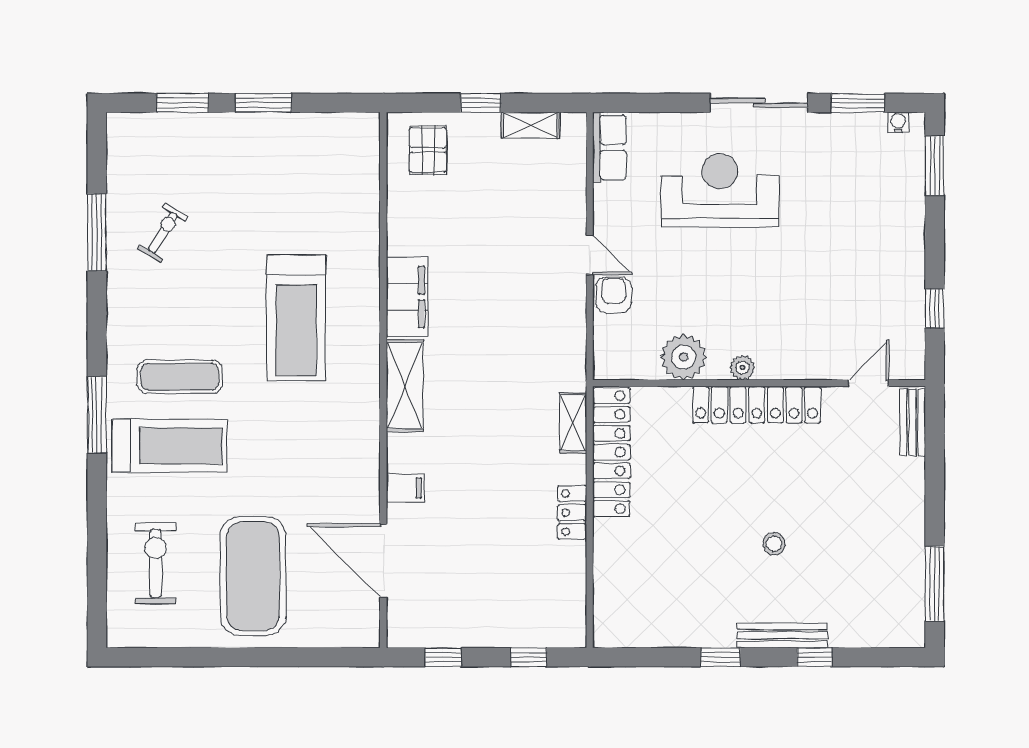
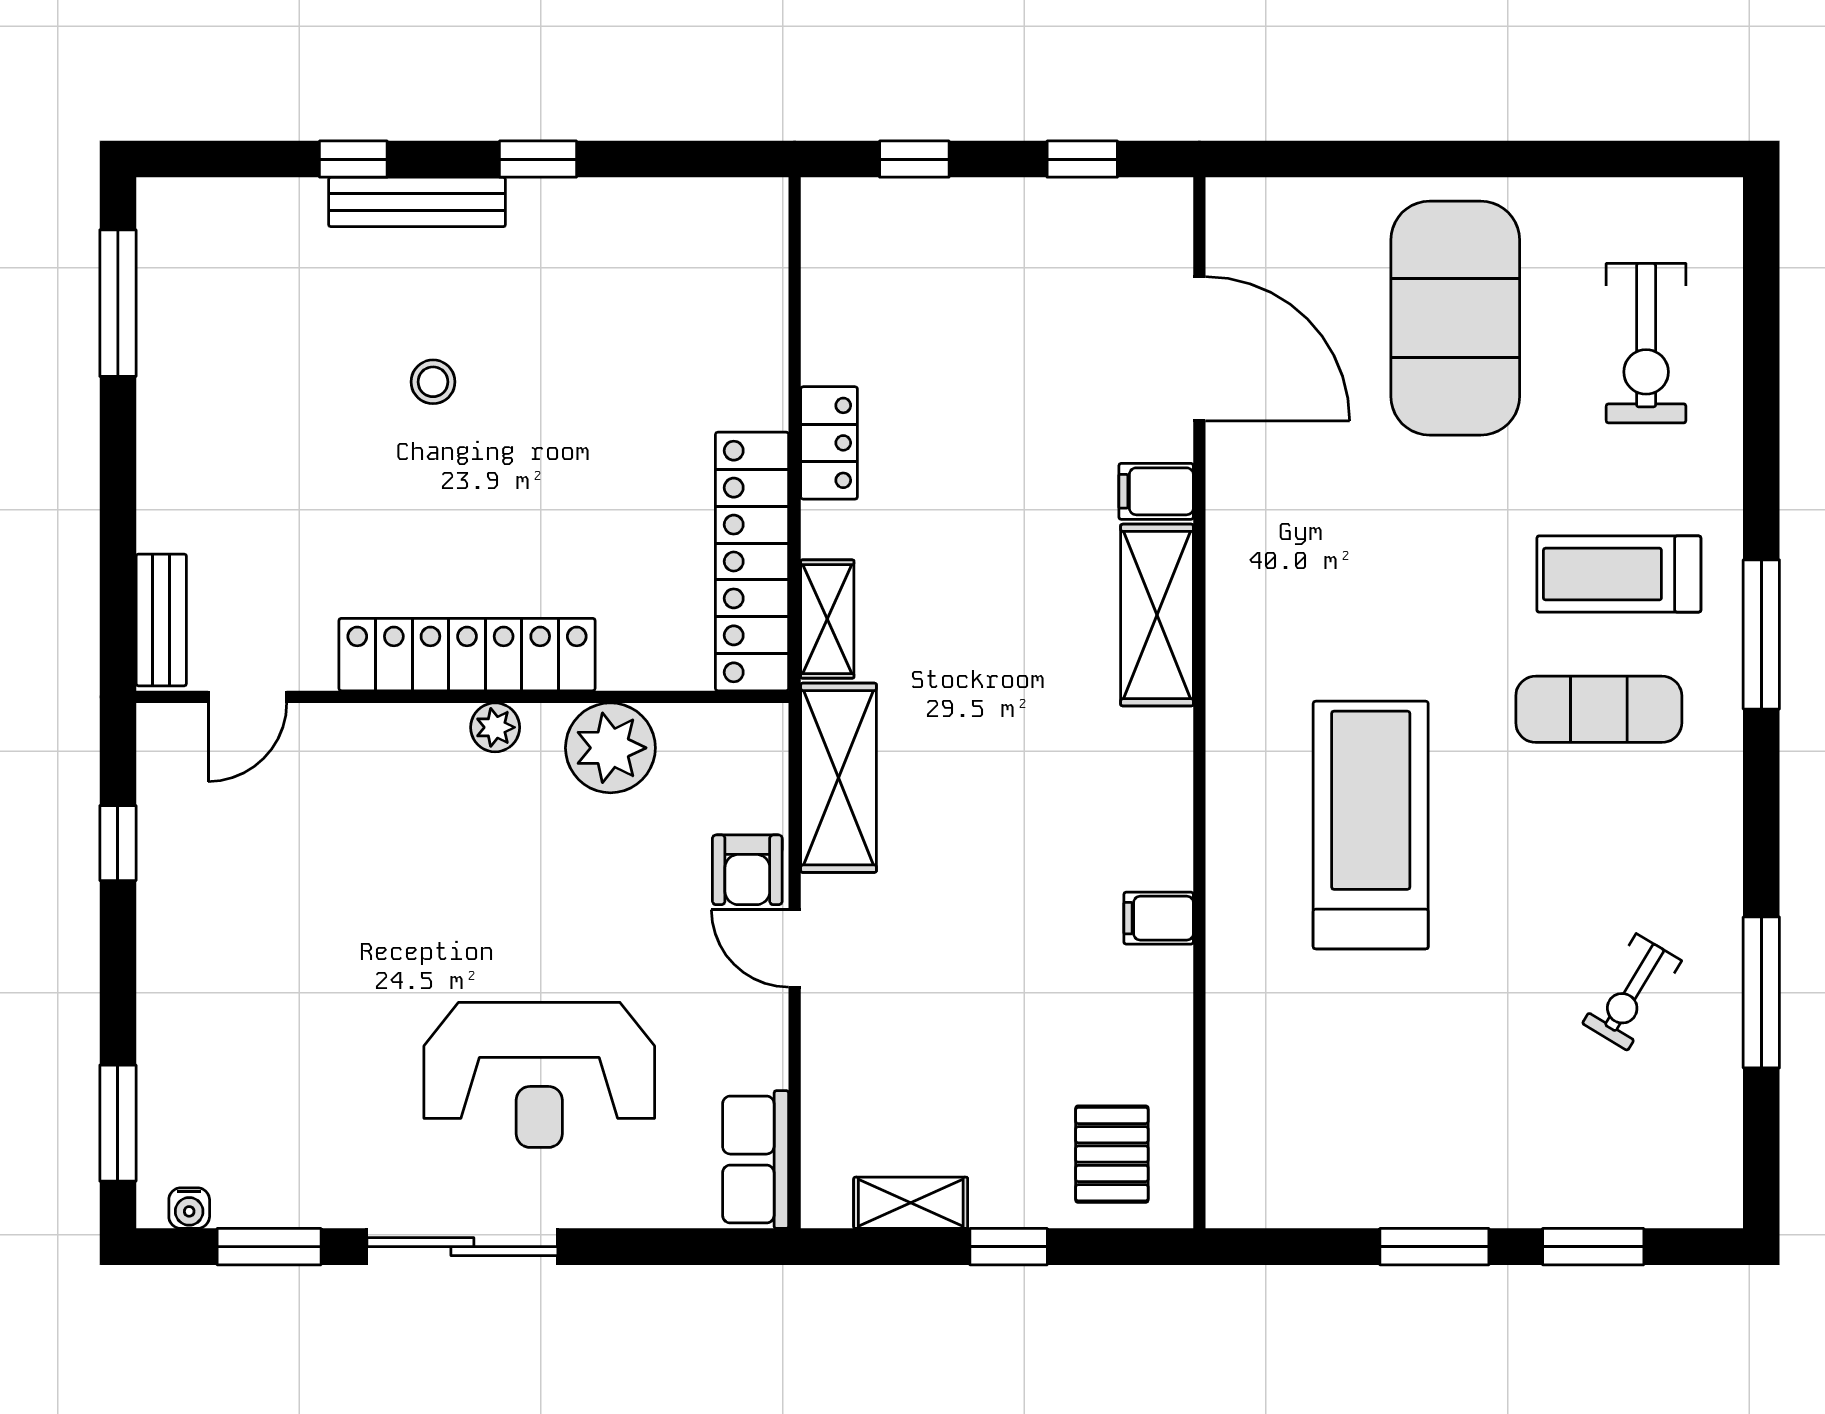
filing cabinet: (407, 297) -> (1159, 918), width x0.33, depth x0.86
shelving: (567, 342) -> (839, 778), added
shelving: (405, 386) -> (1157, 615), moved
treadmill: (170, 446) -> (1619, 574), width x0.73, depth x0.73

